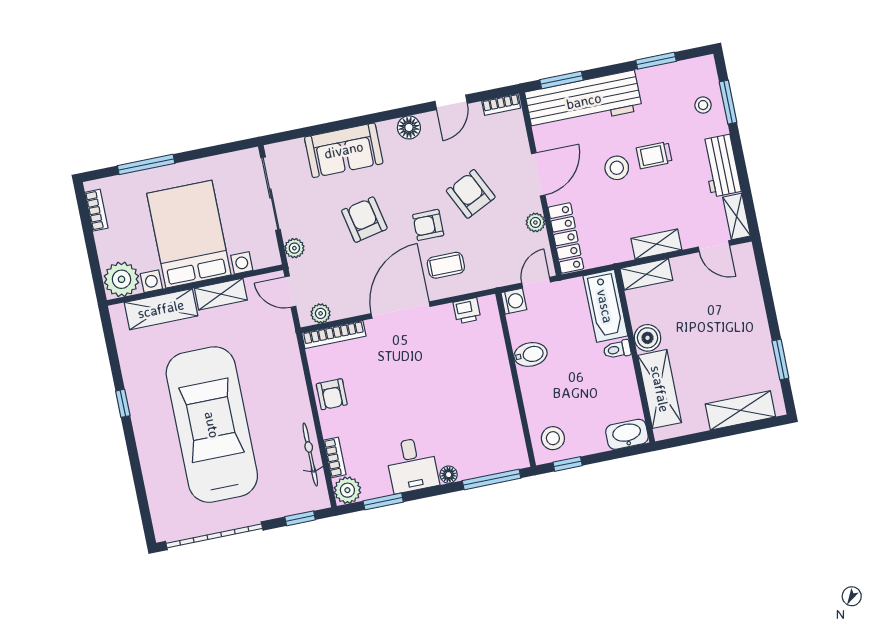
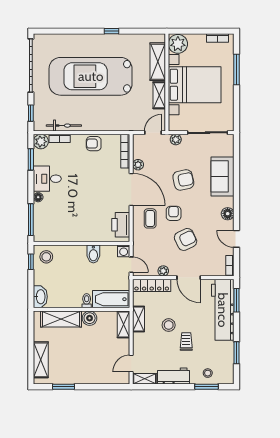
stool: (617, 168) -> (169, 325), moved
shelving: (656, 244) -> (139, 319), moved
printer: (467, 311) -> (121, 225), width x1.87, depth x1.48
plant: (321, 313) -> (138, 165), moved
car: (212, 425) -> (91, 76), turned 180

